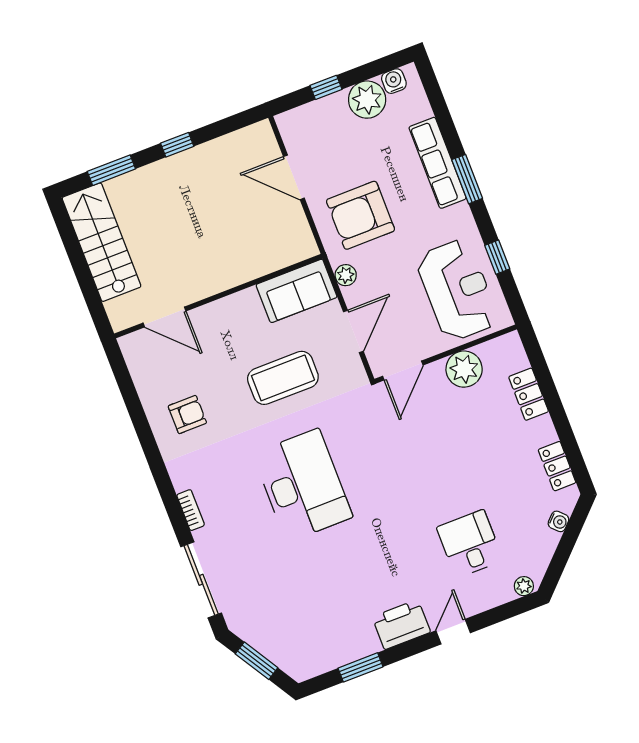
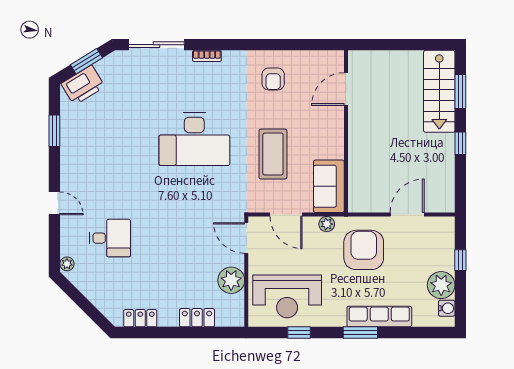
stairs: (102, 242) -> (439, 91), moved, turned 90
water cooler: (558, 521) -> (102, 305), removed
printer: (401, 624) -> (83, 85), moved, turned 58

